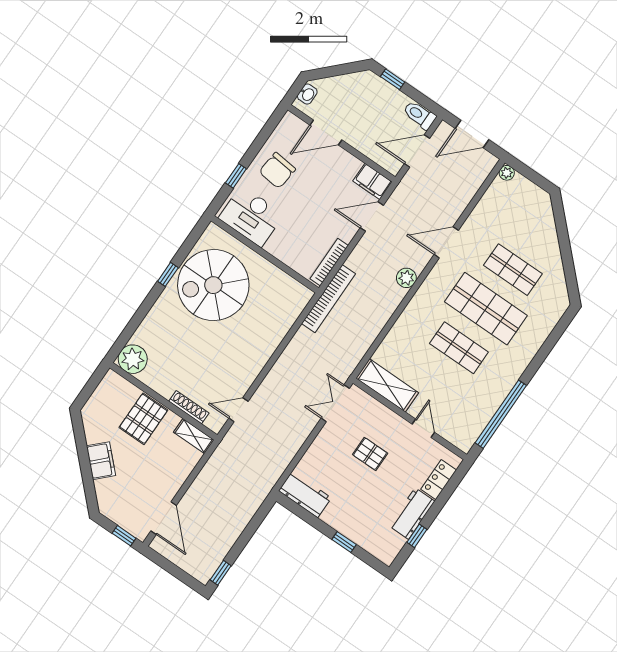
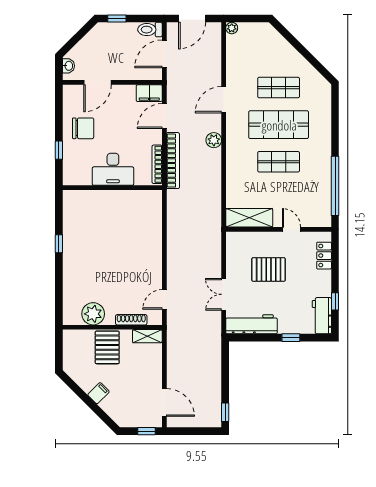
chair: (277, 170) -> (83, 128), turned -96
desk: (251, 216) -> (113, 169), moved
spiral stairs: (213, 285) -> (93, 230), removed
bookcase: (328, 299) -> (173, 161), moved
plant: (133, 359) -> (93, 314), moved
double door: (335, 403) -> (224, 294), moved
pallet: (370, 454) -> (269, 269), width x1.50, depth x1.42
filing cabinet: (101, 461) -> (99, 393), width x0.50
workbench: (305, 494) -> (252, 324), width x1.38
workbench: (412, 514) -> (322, 316), moved

